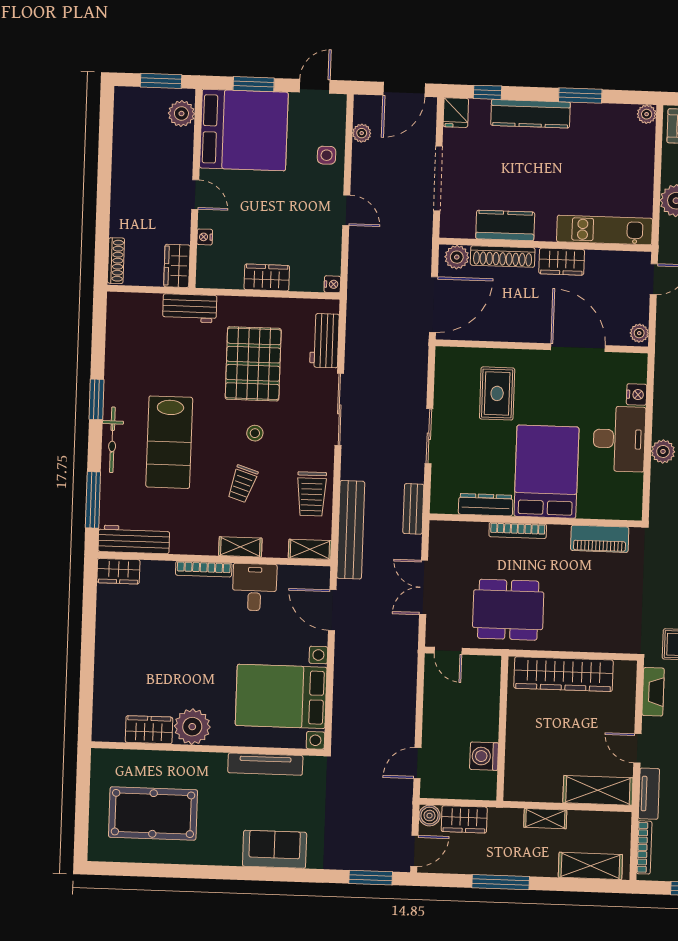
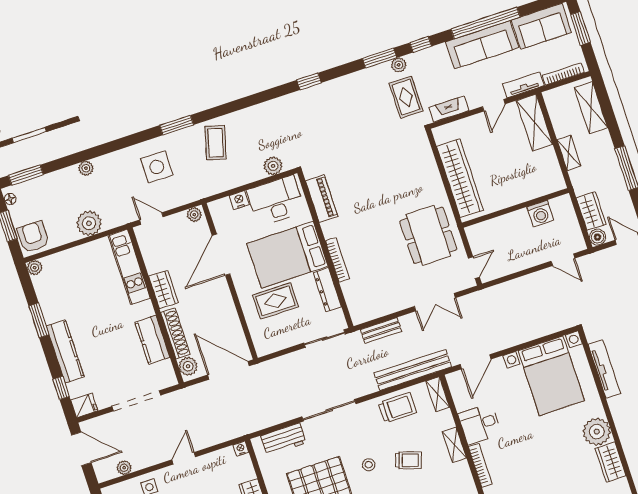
bed: (546, 472) -> (287, 255), moved
dresser: (486, 505) -> (327, 290), moved
wall: (536, 520) -> (325, 250), moved
bookcase: (518, 530) -> (337, 260), moved
piano: (600, 539) -> (322, 199), moved

